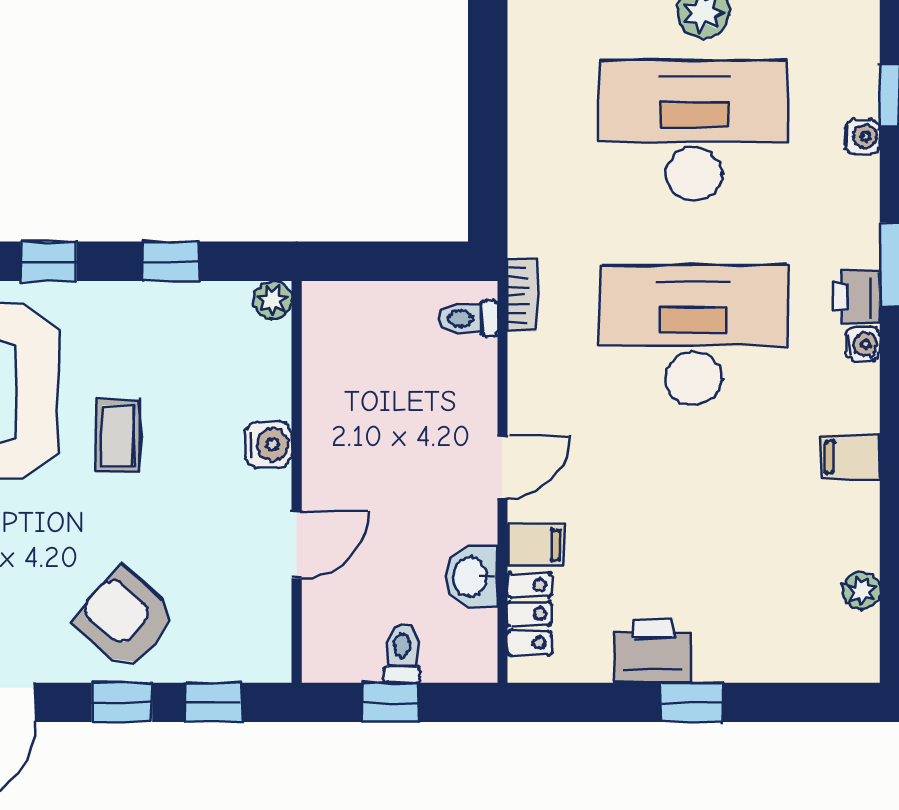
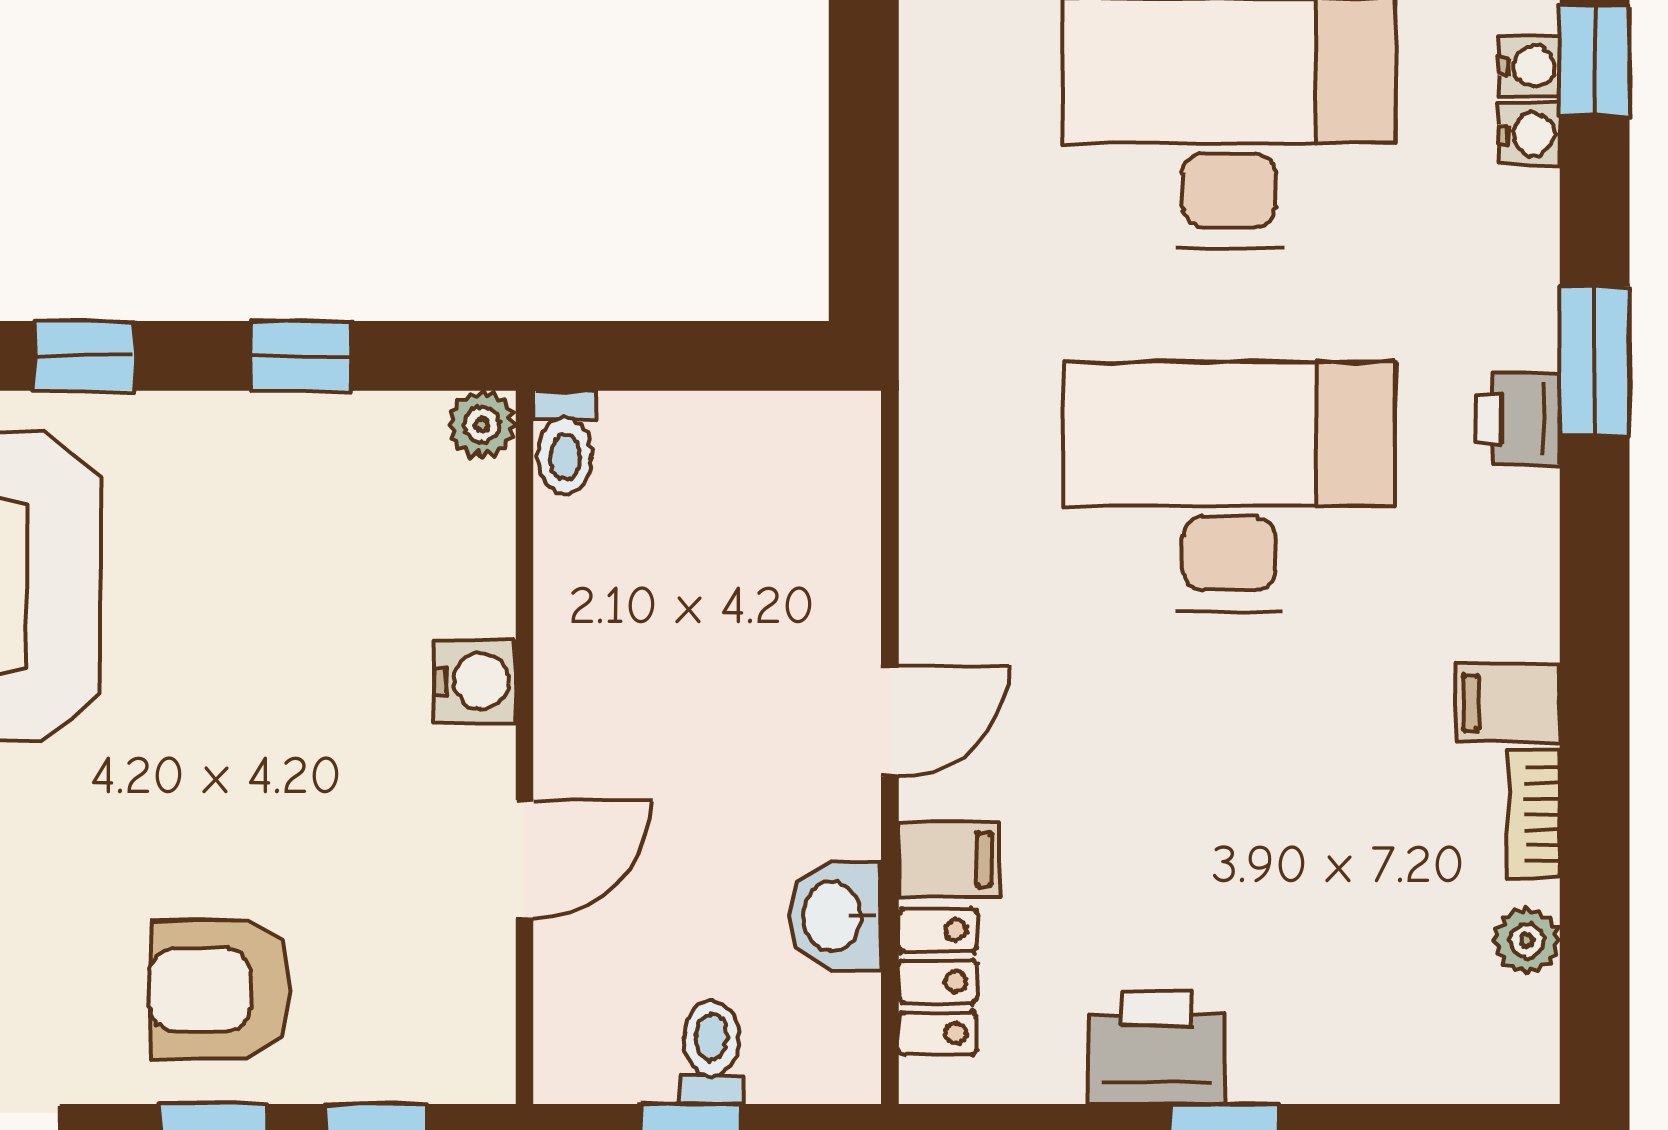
bookcase: (522, 295) -> (1534, 814), moved, turned 180
toilet: (468, 319) -> (565, 442), moved, turned -90
water cooler: (863, 344) -> (1529, 66), moved
coffee table: (118, 436) -> (207, 665), removed
armchair: (125, 619) -> (220, 990), turned -40

